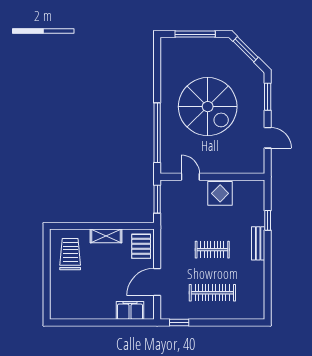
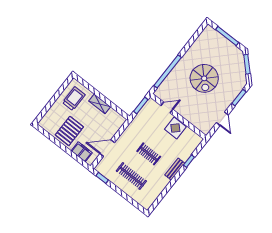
spiral stairs: (208, 107) -> (204, 78), width x0.73, depth x0.73
door: (190, 177) -> (167, 108), hinge flipped
pallet: (141, 246) -> (69, 131), moved, width x1.50, depth x1.42

